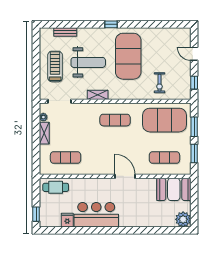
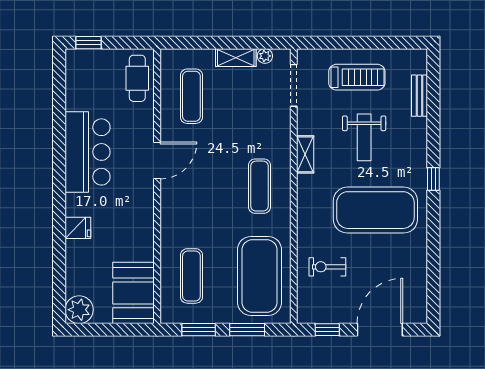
door: (194, 54) -> (380, 330), width x1.88
weight bench: (88, 62) -> (364, 137), width x0.73, depth x0.75
door: (125, 176) -> (157, 160), moved
fridge: (67, 220) -> (78, 228), moved

